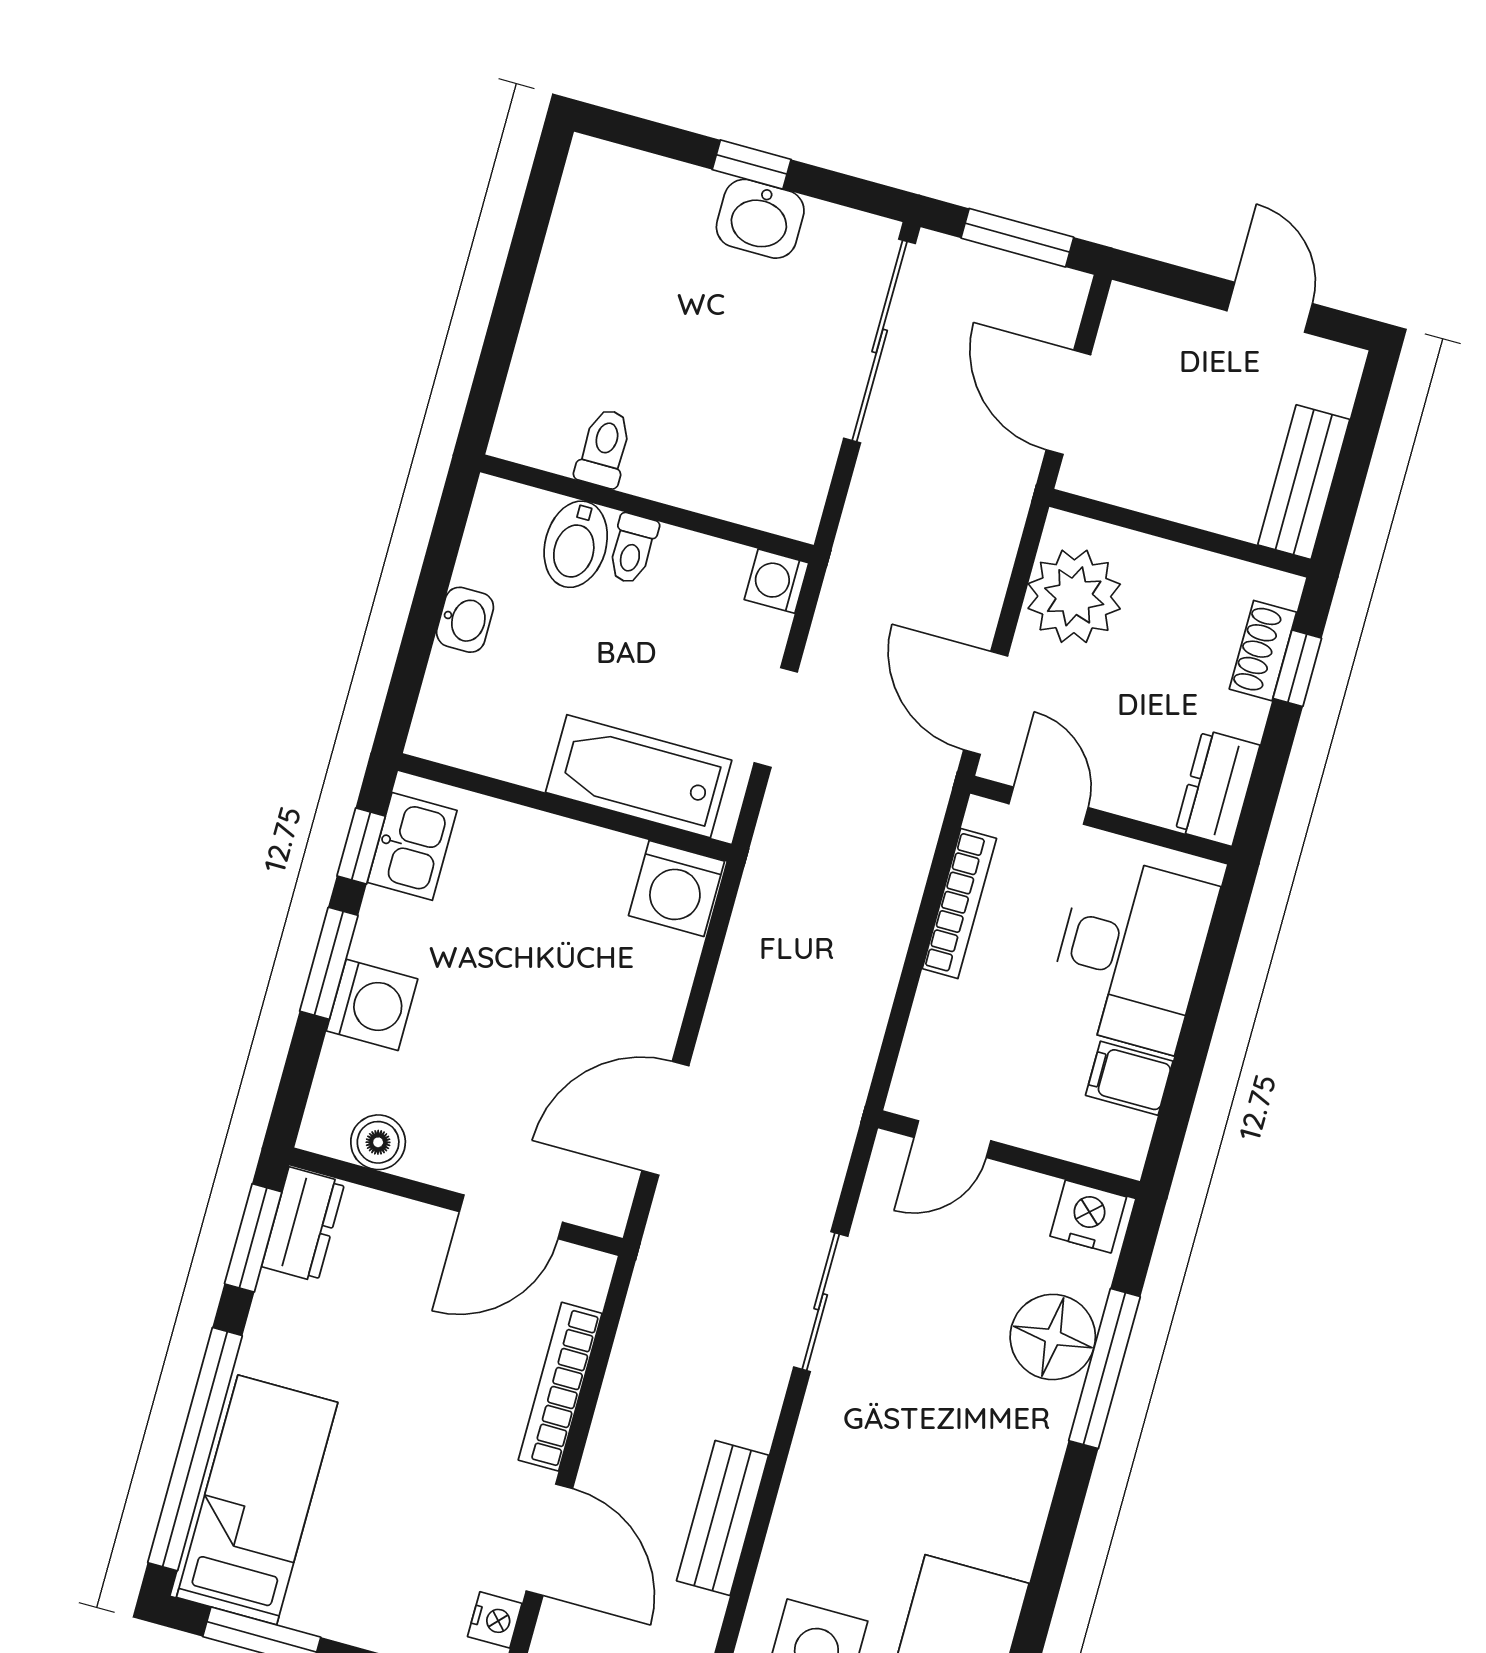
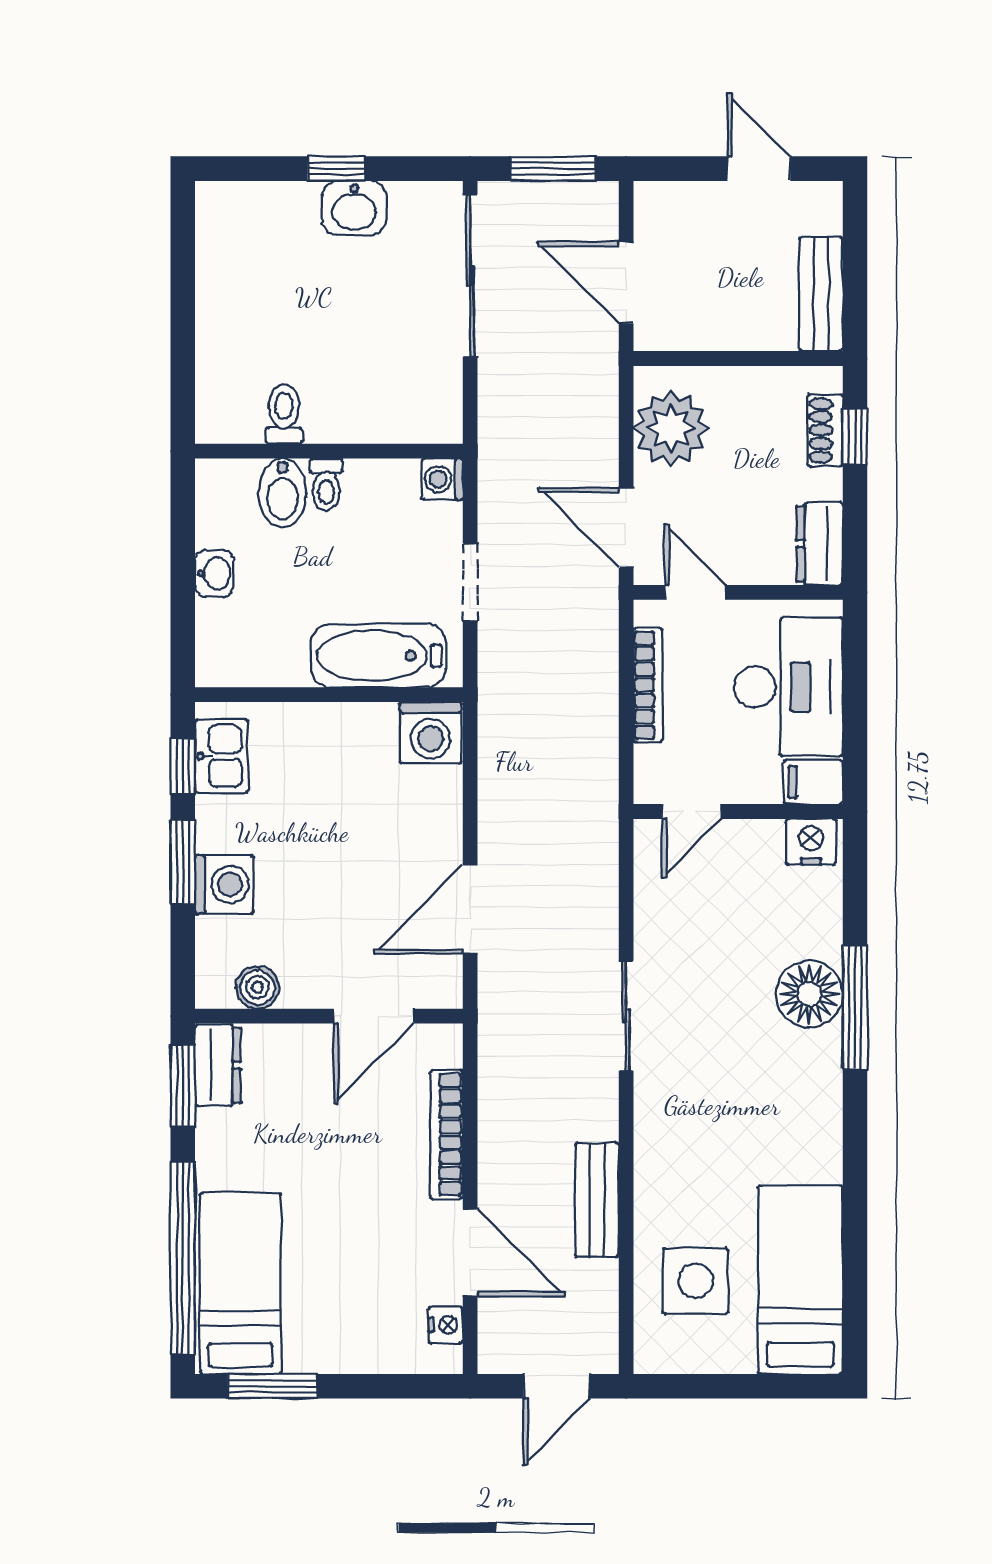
door: (952, 1139) -> (692, 812), moved
wall: (1009, 1155) -> (738, 812), moved
nightstand: (1088, 1217) -> (811, 842), moved

